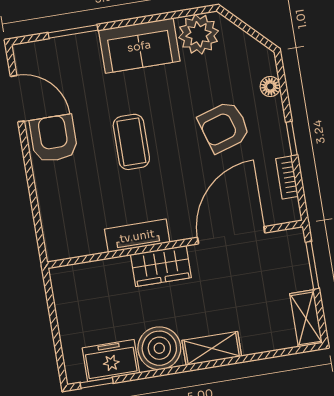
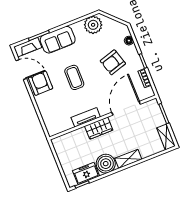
sofa: (139, 46) -> (58, 40), moved
fireplace: (42, 52) -> (28, 47), added

